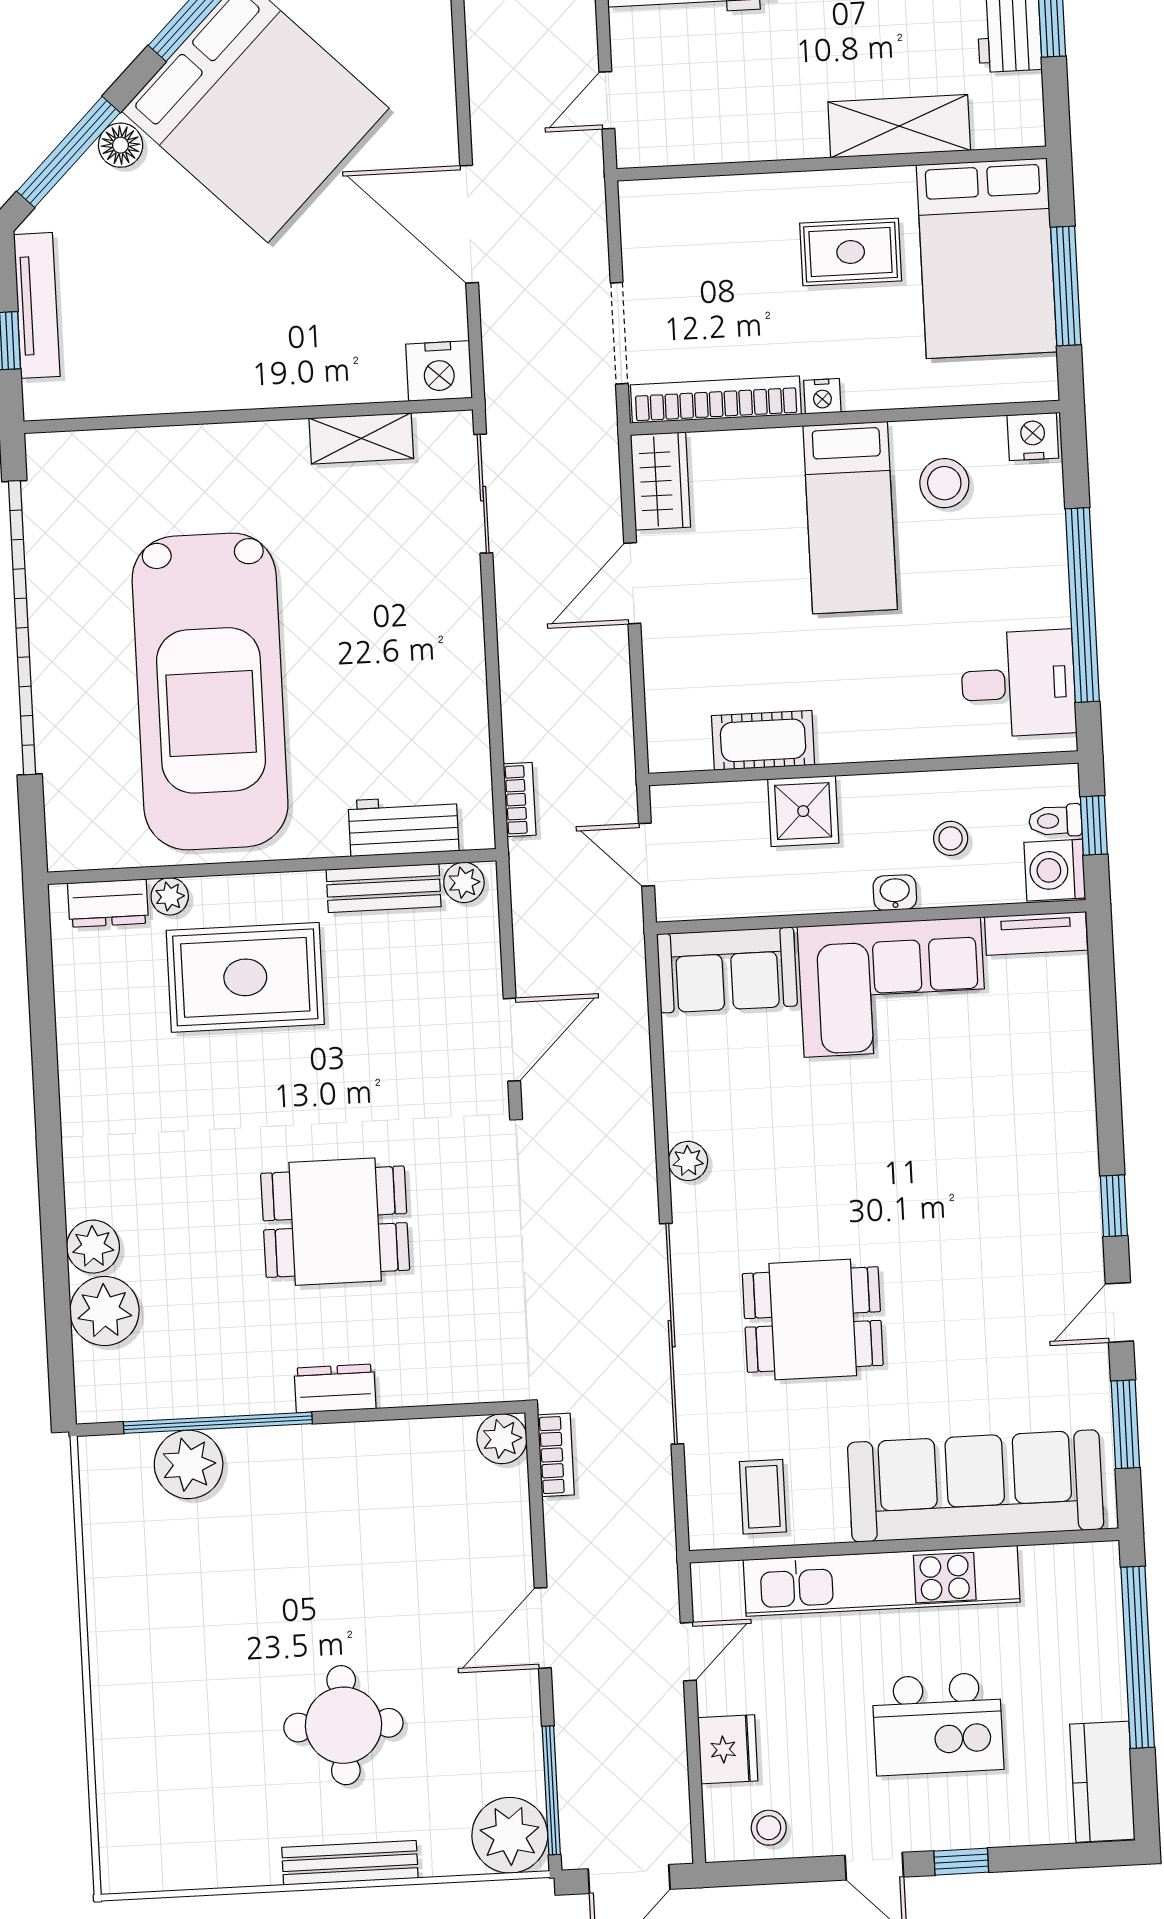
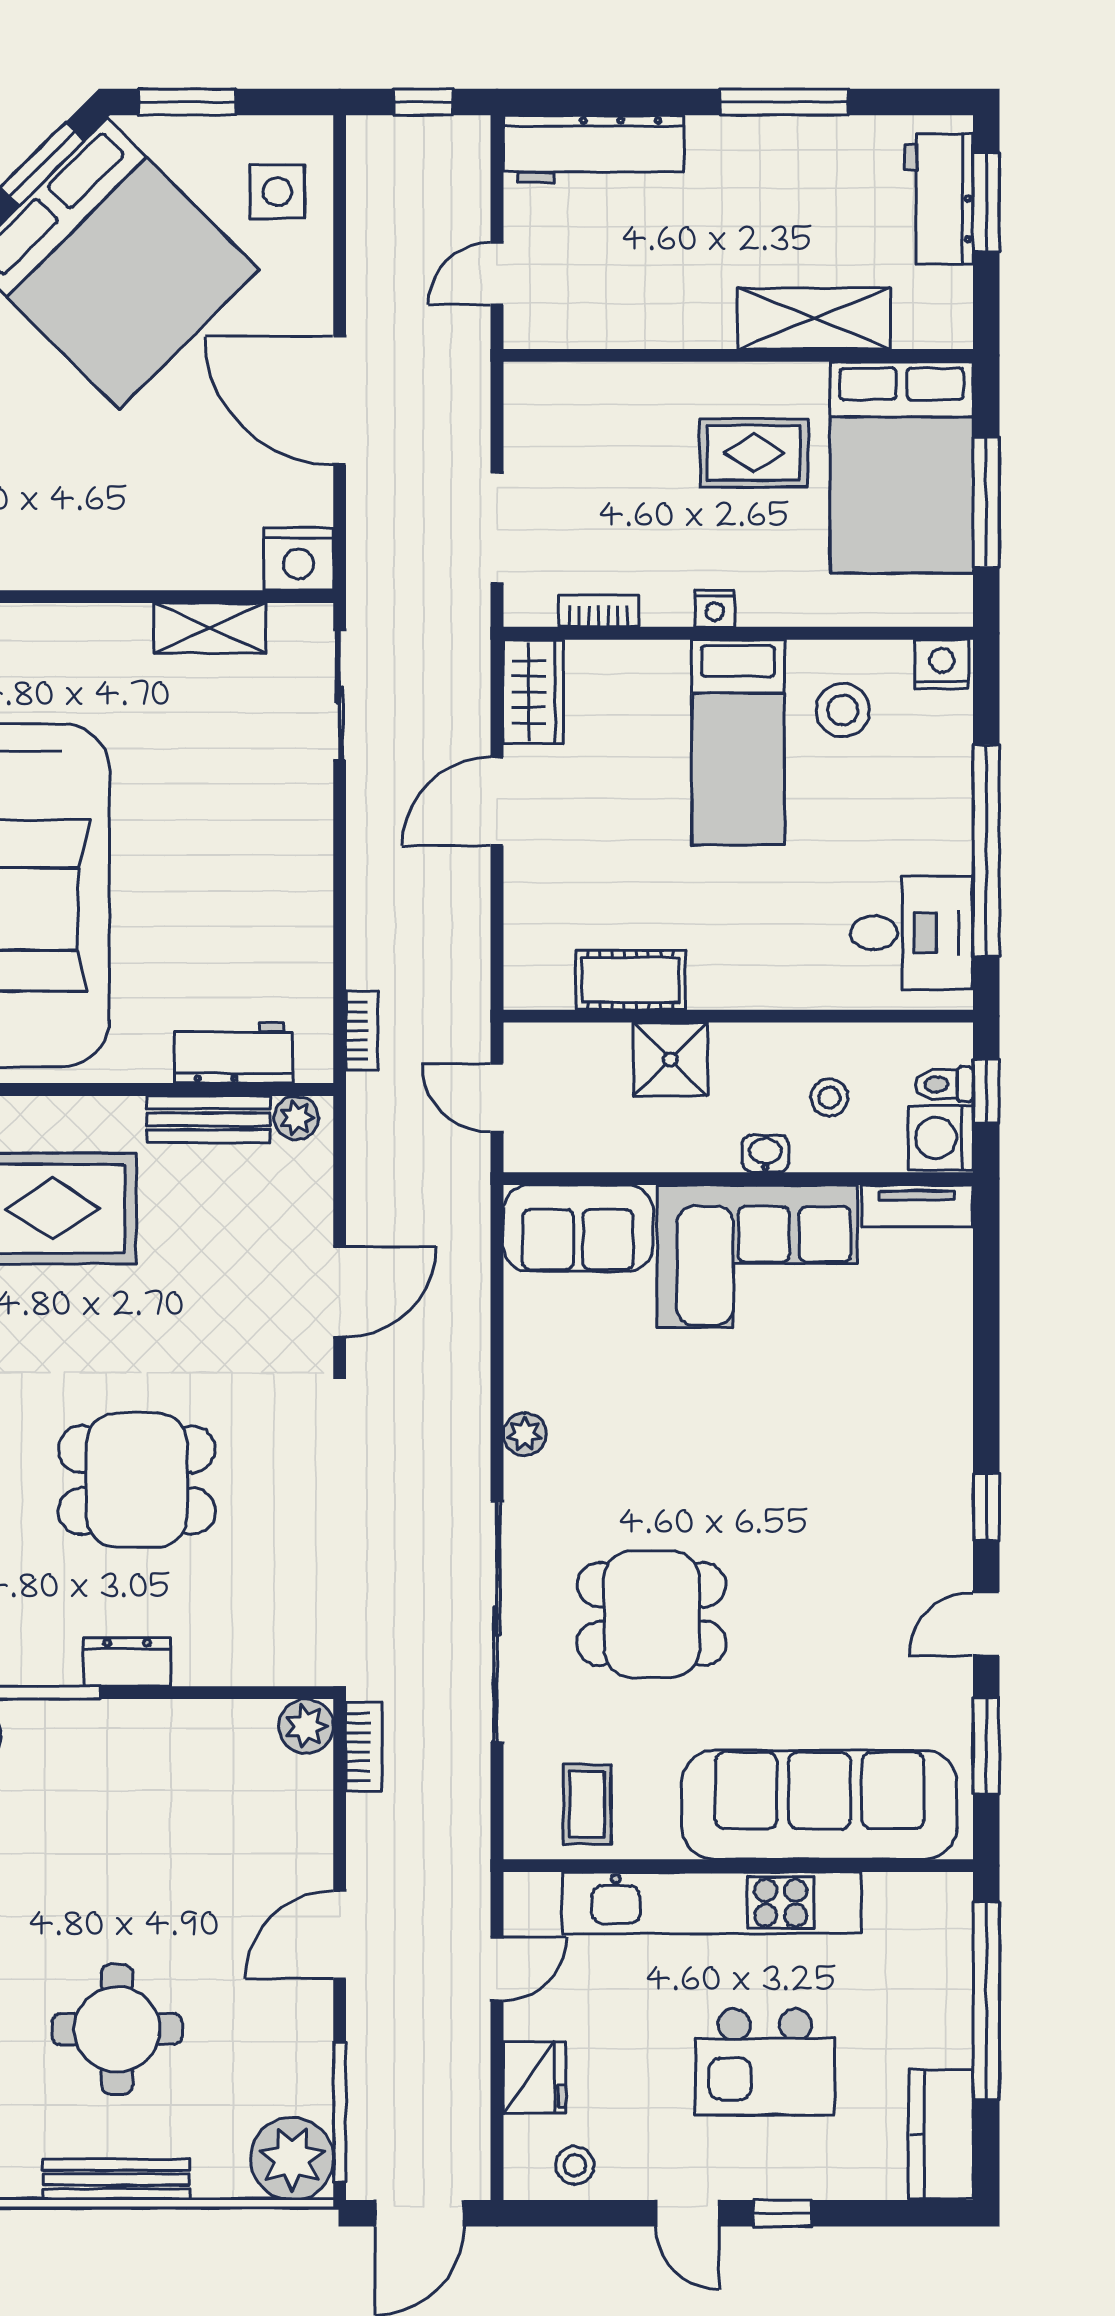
side table: (402, 36) -> (277, 192), added
bookcase: (716, 400) -> (599, 611), width x0.43, depth x0.76

